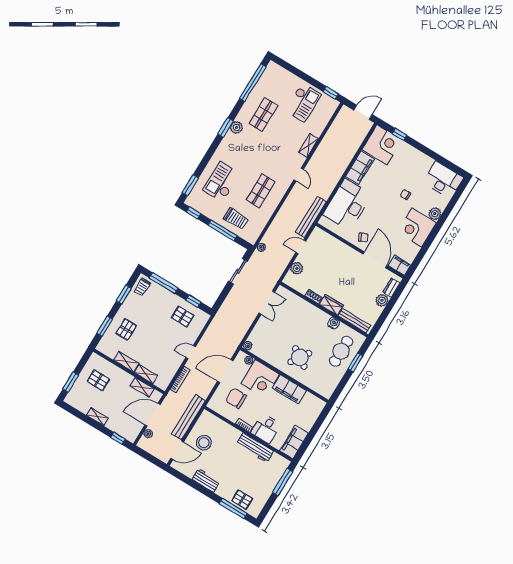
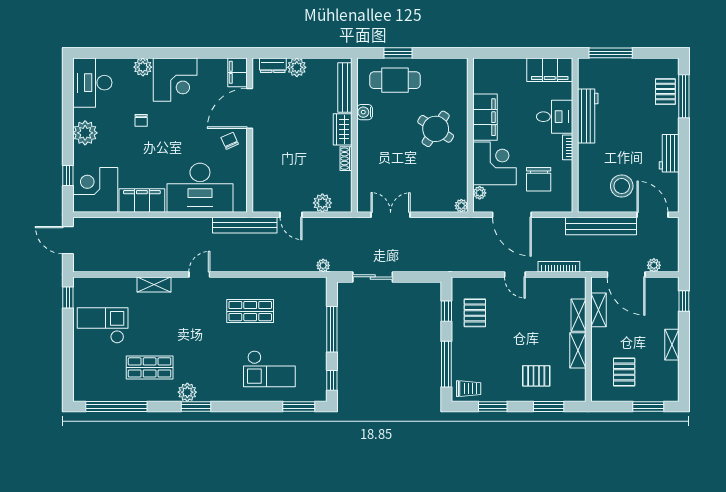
plant: (418, 159) -> (85, 133), added
trolley: (236, 219) -> (306, 321), removed

